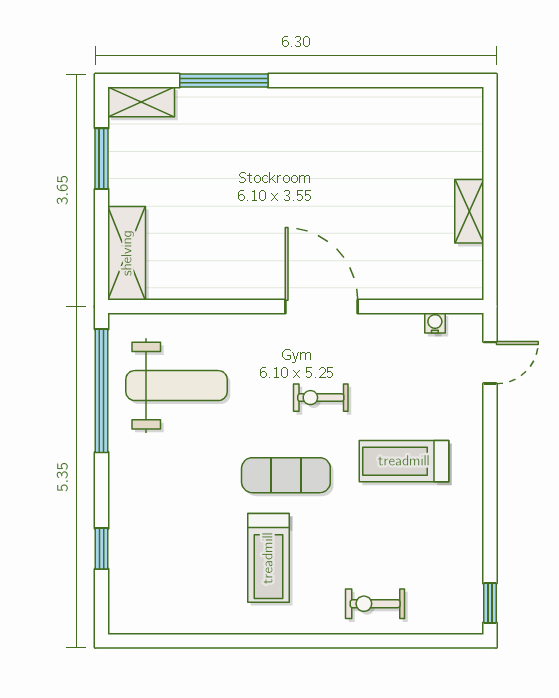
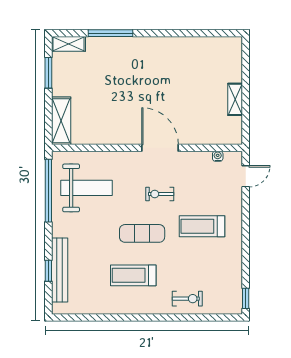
bench: (124, 547) -> (60, 270), added
treadmill: (268, 558) -> (133, 275), turned 90
exercise bike: (375, 604) -> (187, 299), turned 180

